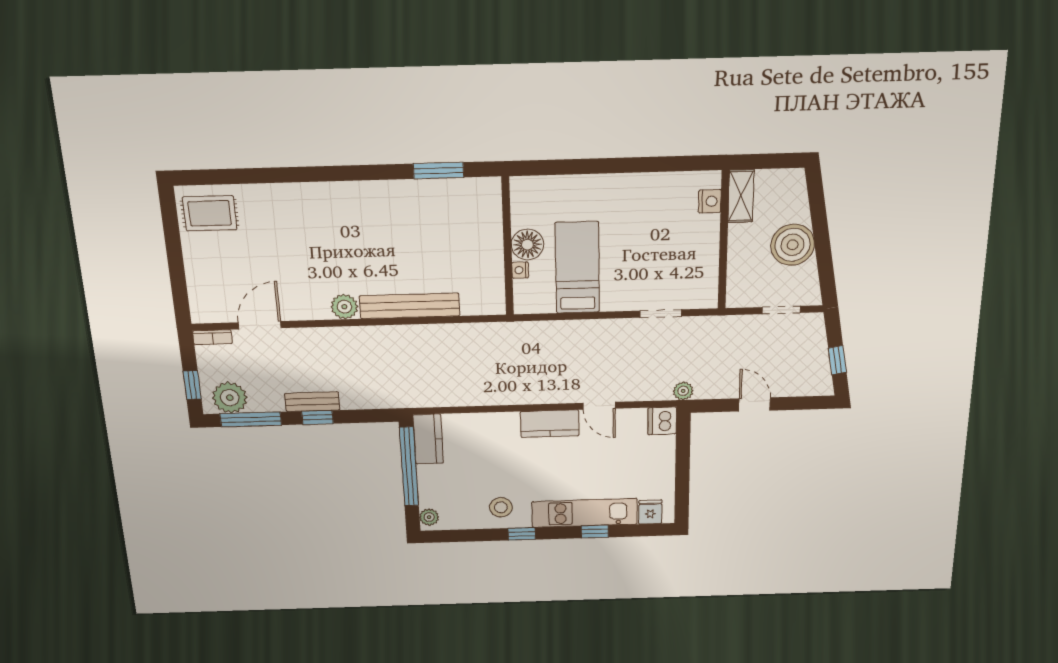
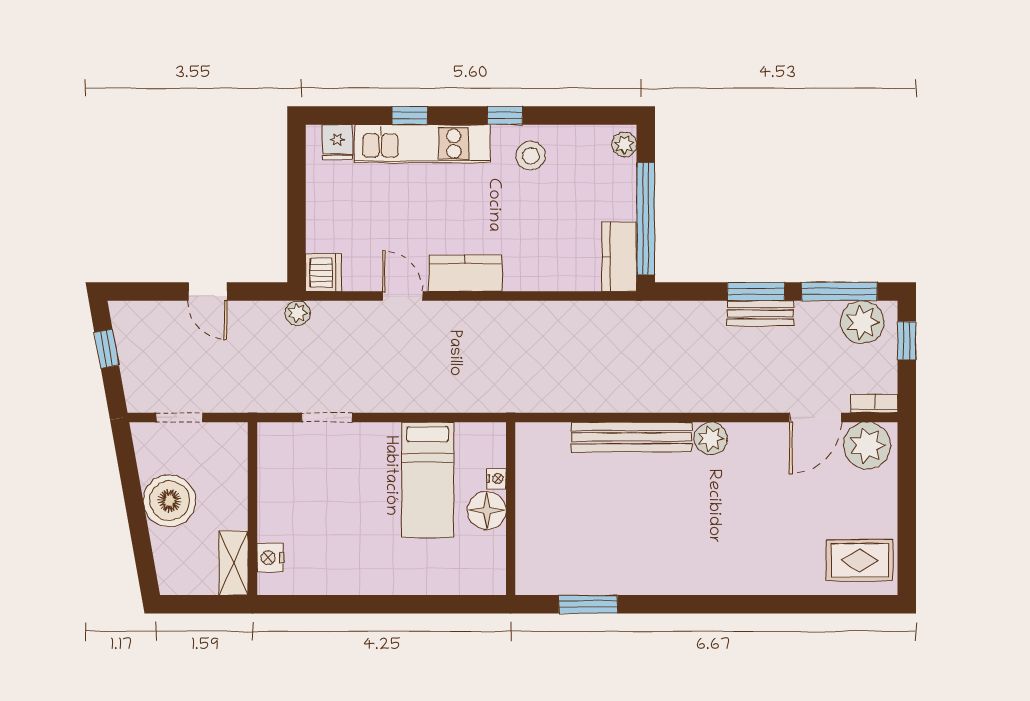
plant: (214, 305) -> (867, 446), added
window: (317, 417) -> (756, 291), width x1.50

